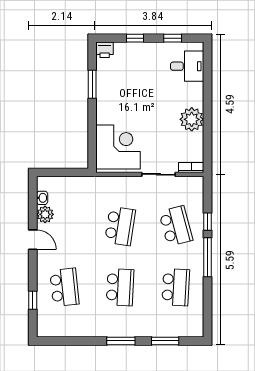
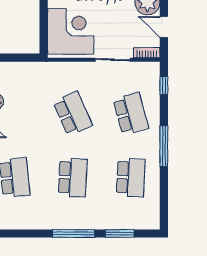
door: (207, 143) -> (164, 27), added
window: (207, 222) -> (164, 85), moved
school desk: (120, 226) -> (73, 114), turned -33
window: (121, 341) -> (74, 233), width x1.44

